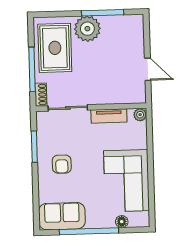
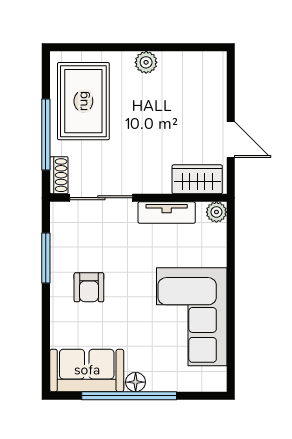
window: (103, 13) -> (161, 47), removed
plant: (87, 29) -> (146, 62), width x0.53, depth x0.53
wardrobe: (127, 95) -> (197, 179), added
floor lamp: (122, 222) -> (136, 382), moved

